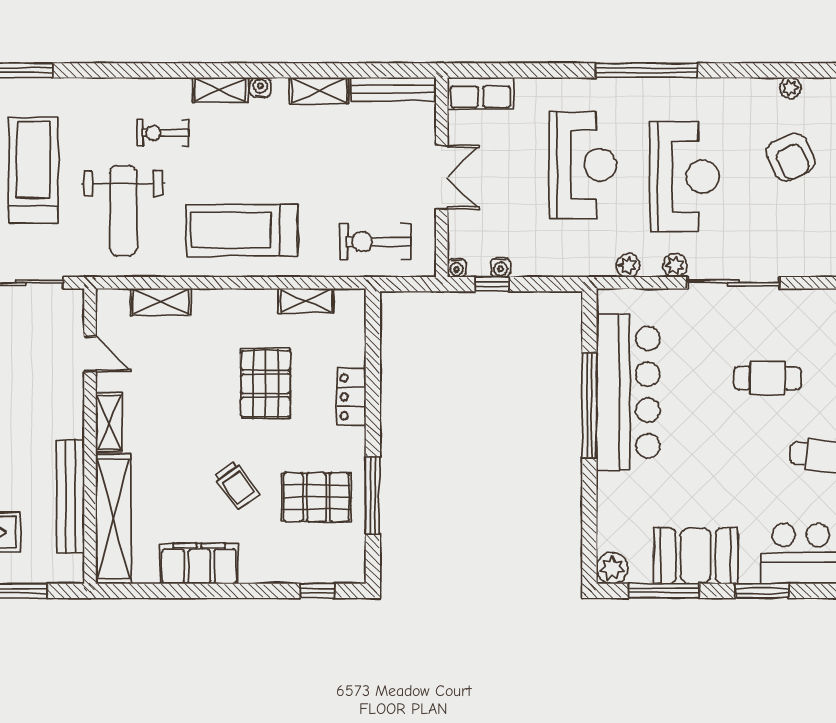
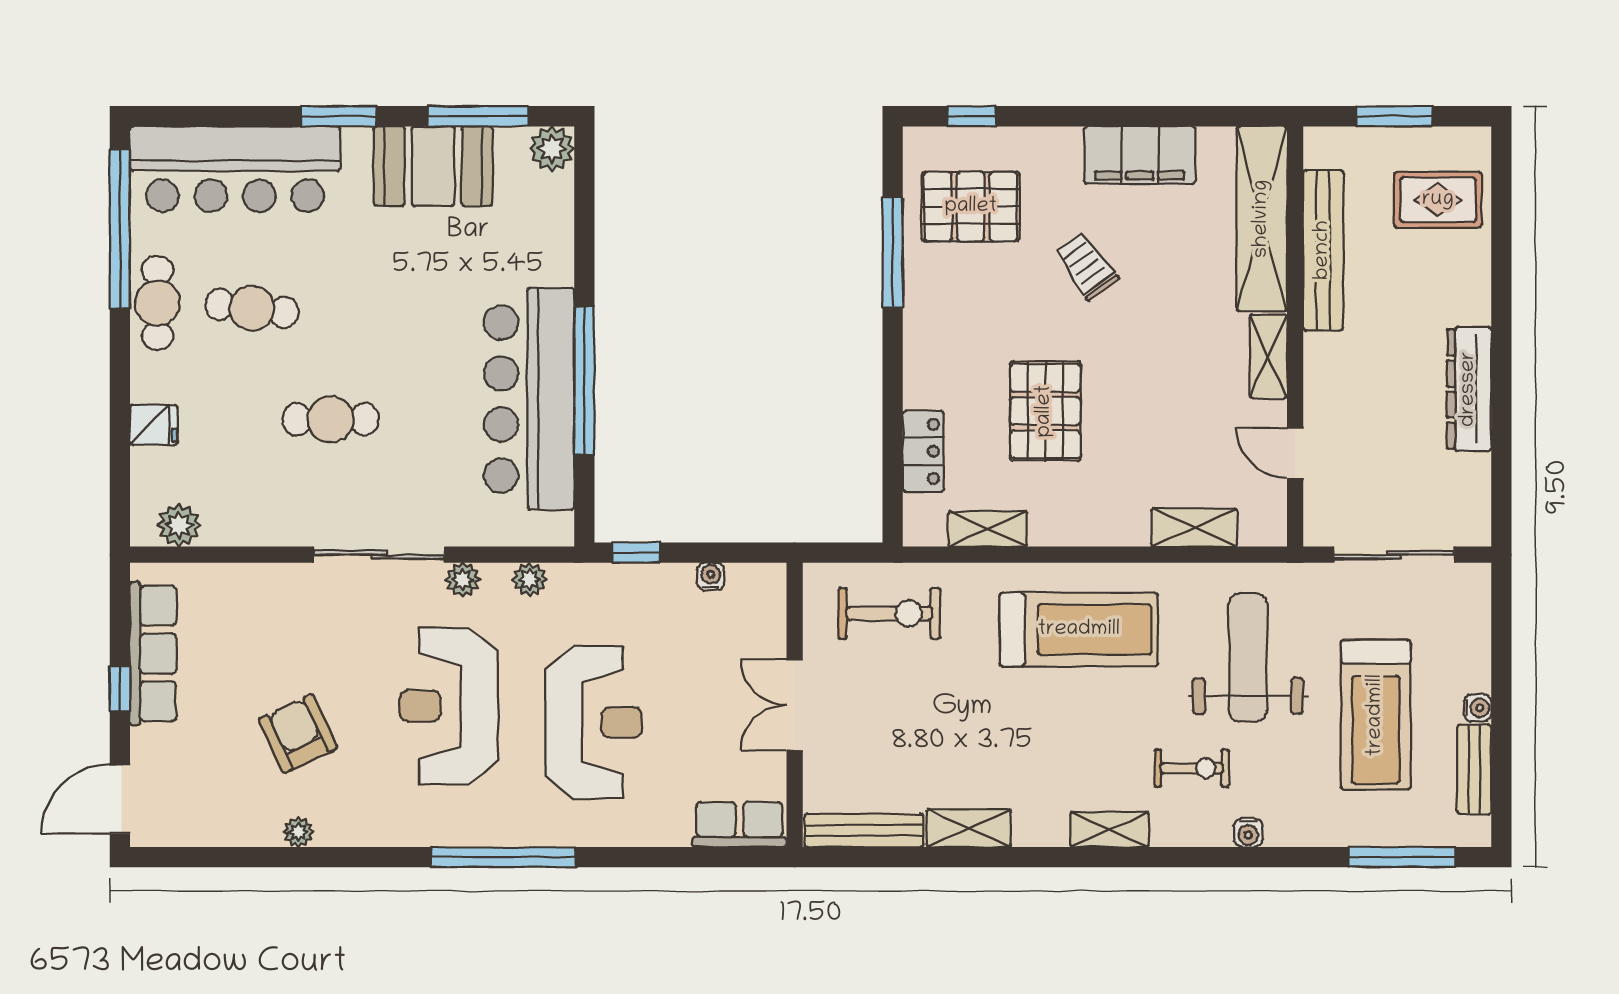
water cooler: (260, 87) -> (1248, 833), moved
reception desk: (583, 165) -> (594, 722), turned 180
water cooler: (457, 268) -> (773, 576), removed
window: (492, 284) -> (636, 553), moved
locker: (351, 397) -> (923, 451), moved
pallet: (316, 497) -> (971, 207), moved

